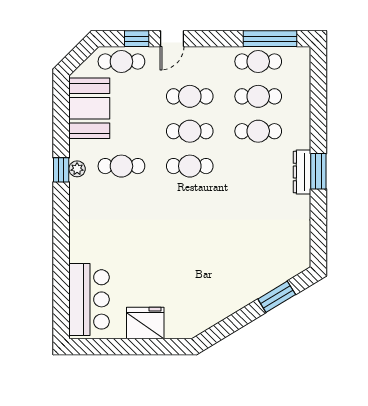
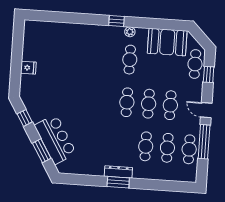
door: (172, 39) -> (206, 110), moved
window: (270, 39) -> (204, 142), moved
window: (61, 170) -> (116, 21), moved
bar counter: (89, 299) -> (55, 139), moved, turned -121
fridge: (145, 323) -> (28, 68), width x0.53, depth x0.75
window: (226, 327) -> (25, 118), added

